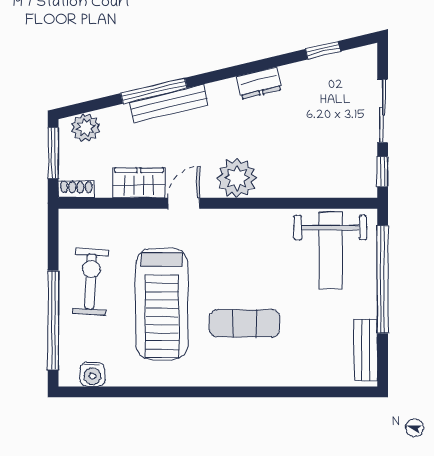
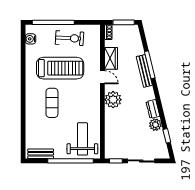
plant: (86, 128) -> (155, 125), moved
weight bench: (330, 251) -> (82, 139), turned 90
treadmill: (162, 304) -> (60, 68), turned 180

